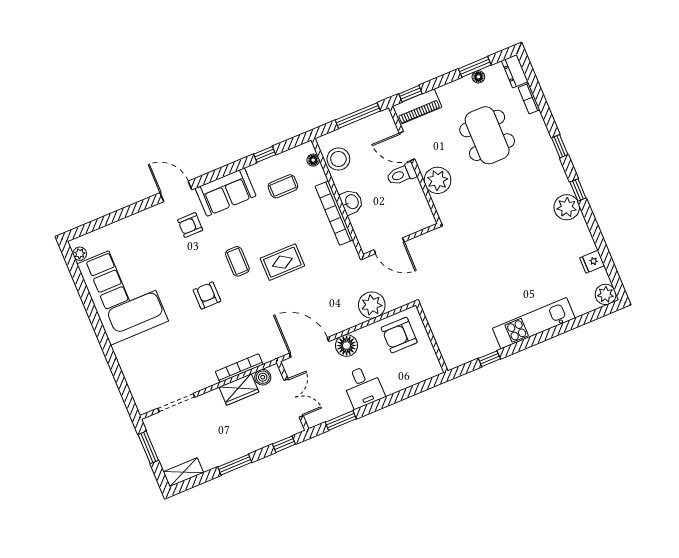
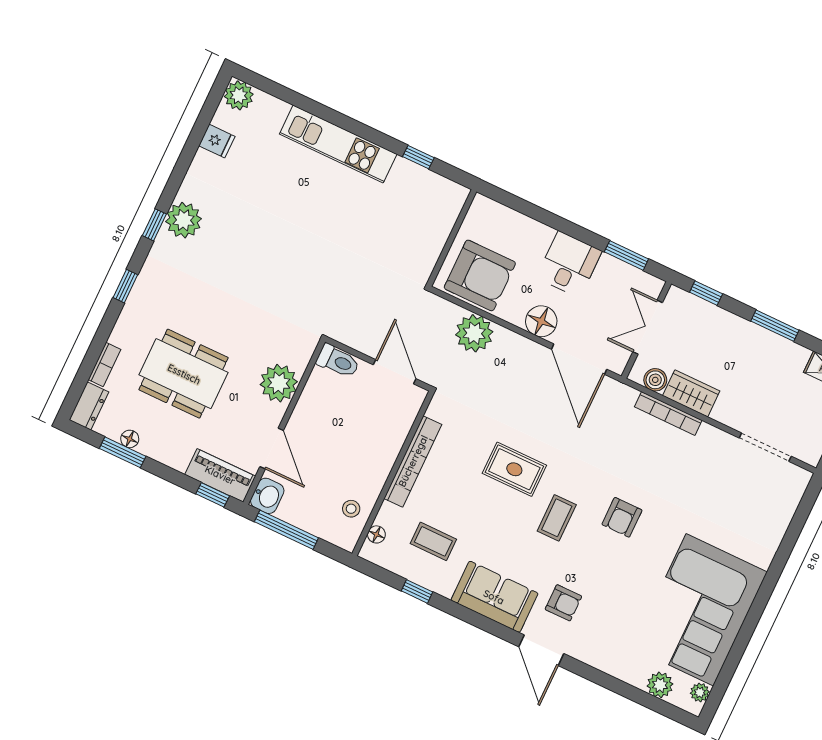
dining table: (487, 135) -> (184, 374), turned 90
stool: (338, 159) -> (351, 509), width x0.53, depth x0.53
toilet: (402, 174) -> (338, 361), moved
washbasin: (351, 202) -> (267, 496), moved, turned 180
plant: (102, 237) -> (660, 685), added
armchair: (399, 335) -> (480, 275), width x1.36, depth x1.36

